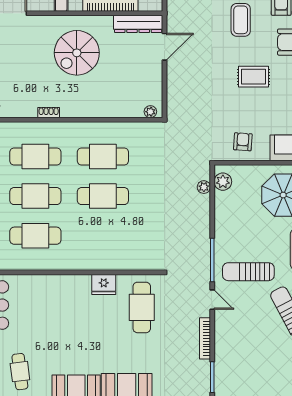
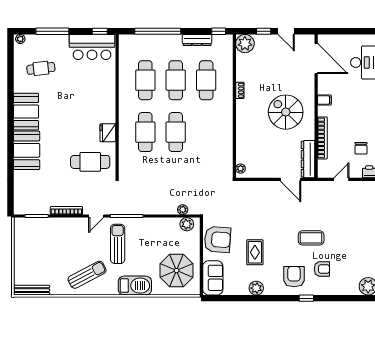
rug: (253, 77) -> (255, 252), moved
armchair: (243, 142) -> (217, 240), width x1.88, depth x1.88
cafe table: (103, 156) -> (145, 132), moved

